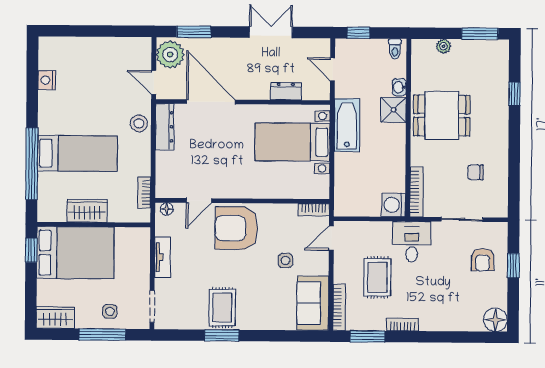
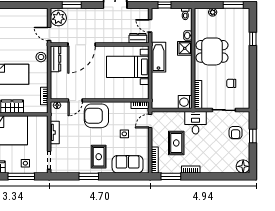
dresser: (286, 91) -> (138, 38), moved
door: (211, 102) -> (82, 45), swing flipped
sofa: (313, 303) -> (128, 164), moved, turned 90
rug: (222, 308) -> (99, 157), moved

